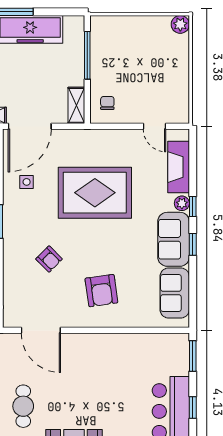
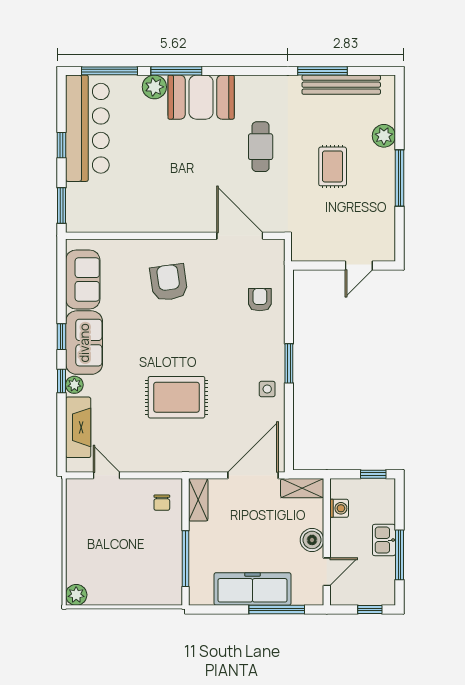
side table: (27, 182) -> (267, 389), moved
rug: (95, 193) -> (177, 397), width x0.73, depth x0.69
armchair: (49, 259) -> (260, 300), moved, turned 45

